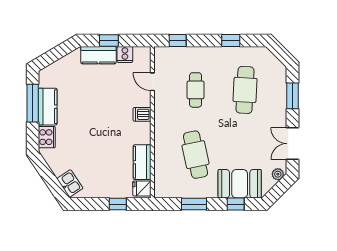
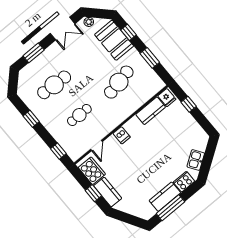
cooker: (125, 54) -> (92, 171), width x1.87, depth x1.31
kitchen sink: (70, 183) -> (196, 160), moved

